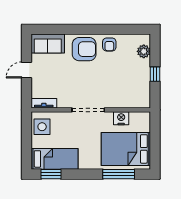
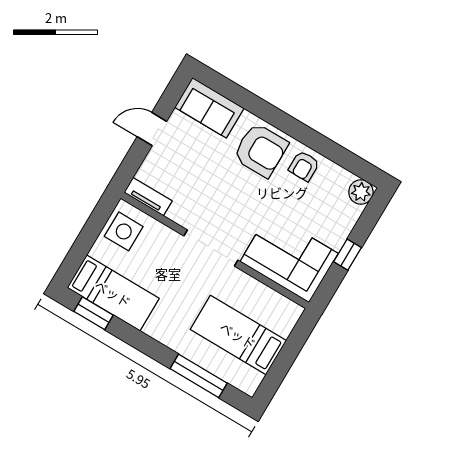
plant: (144, 51) -> (361, 192), moved
corner sofa: (128, 92) -> (289, 257), added
nightstand: (121, 118) -> (254, 291), removed
bed: (126, 149) -> (238, 335), width x0.67

